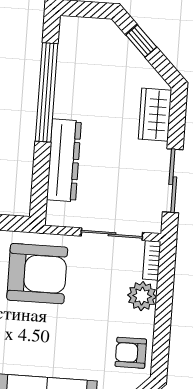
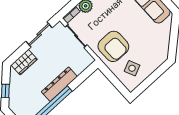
dresser: (64, 160) -> (59, 84), moved
armchair: (37, 274) -> (113, 46), turned 180

